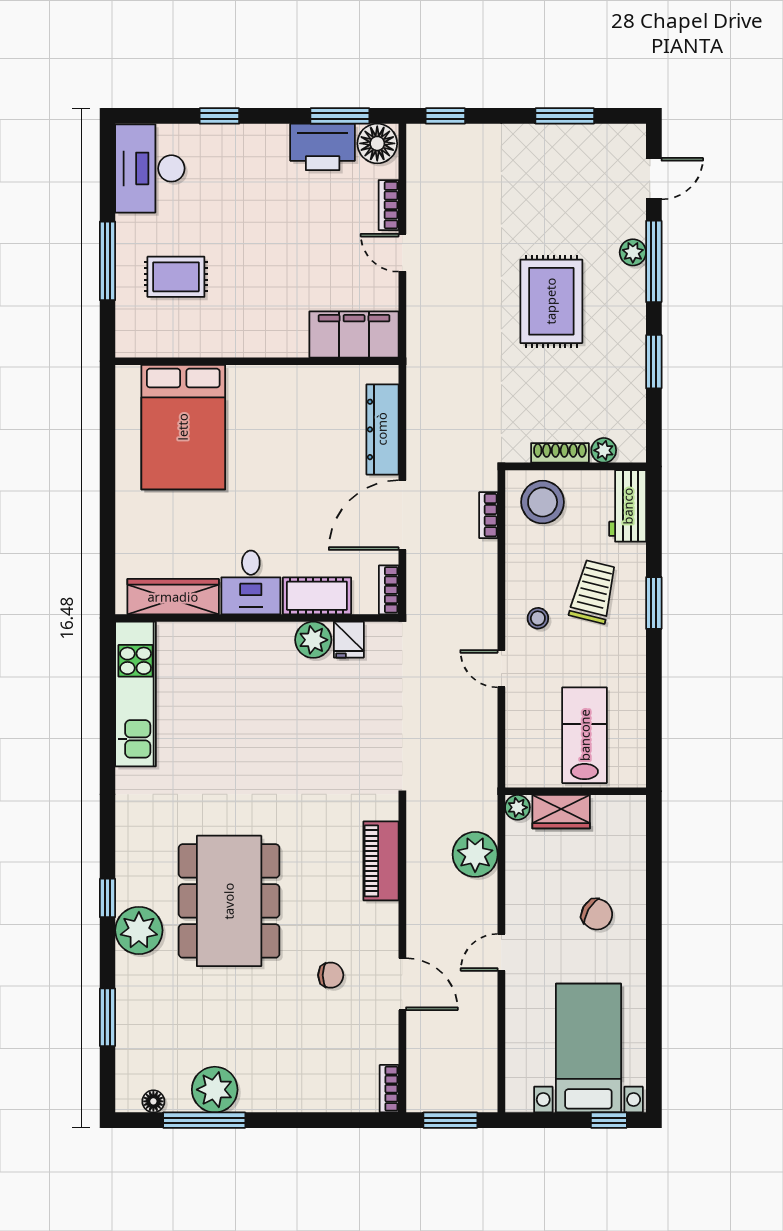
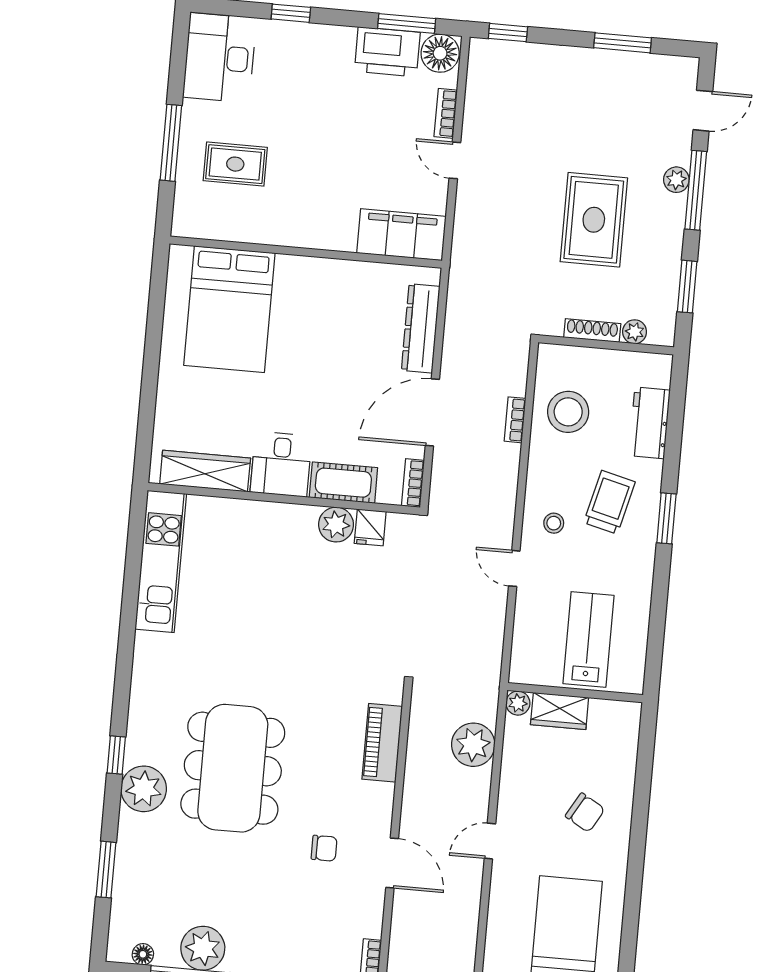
plant: (604, 450) -> (635, 332), moved
shoe rack: (560, 453) -> (592, 330), moved
wall: (576, 466) -> (606, 345), moved

